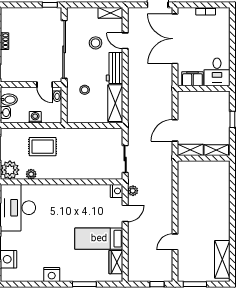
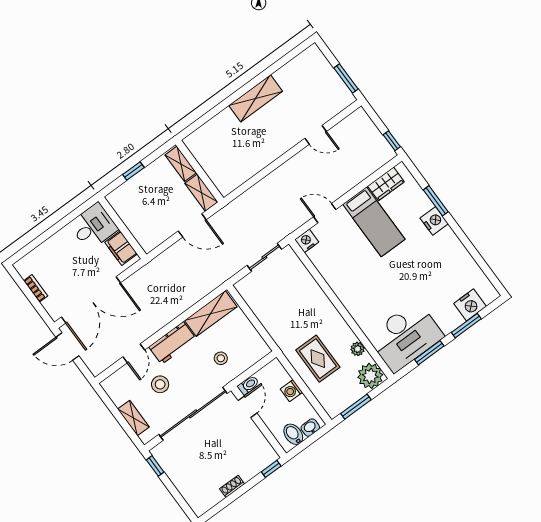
shelving: (110, 13) -> (133, 418), moved
plant: (133, 191) -> (293, 223), removed
shelving: (222, 259) -> (256, 98), moved
nightstand: (52, 274) -> (434, 221), moved
window: (157, 284) -> (392, 141), moved

